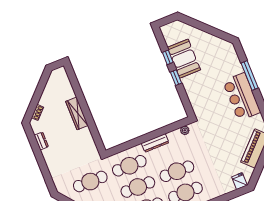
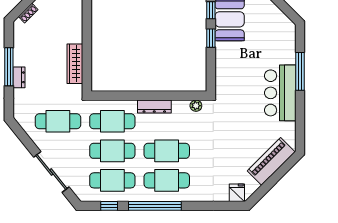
wardrobe: (77, 113) -> (75, 64), moved
dresser: (41, 141) -> (19, 77), moved
window: (39, 157) -> (9, 67), added

